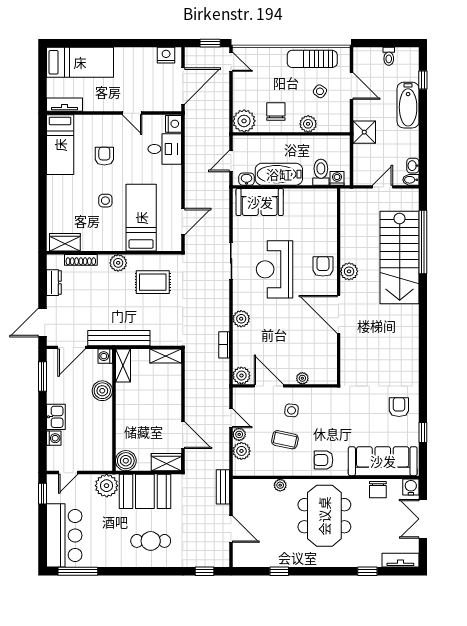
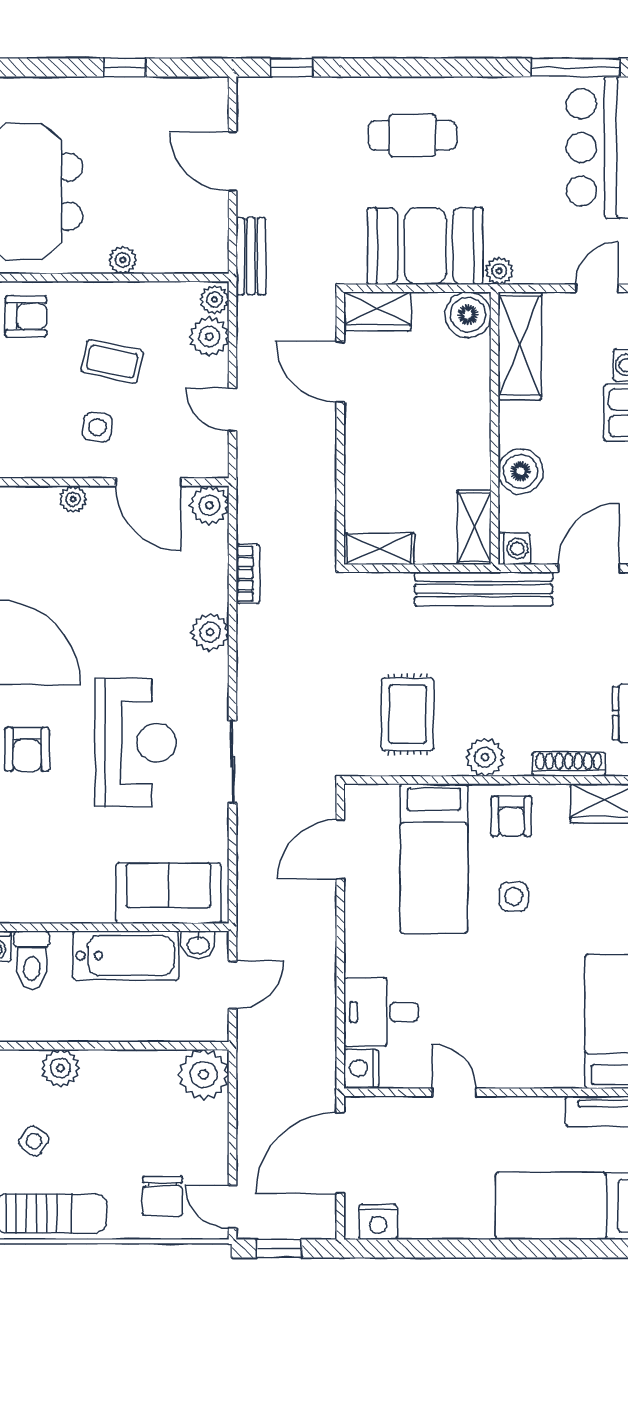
chair: (276, 112) -> (162, 1196), moved
armchair: (104, 156) -> (511, 816), moved
rug: (153, 282) -> (408, 714), turned 90
plant: (239, 434) -> (214, 300), moved
shelving: (103, 447) -> (520, 346), added
plant: (107, 486) -> (499, 271), width x0.53, depth x0.53

